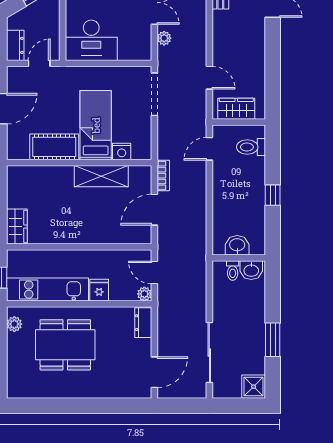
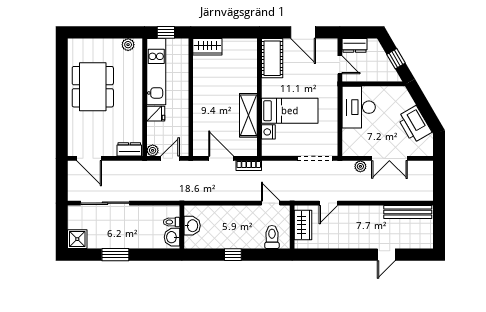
cot: (54, 147) -> (272, 58), moved
dining table: (65, 345) -> (93, 87), moved

